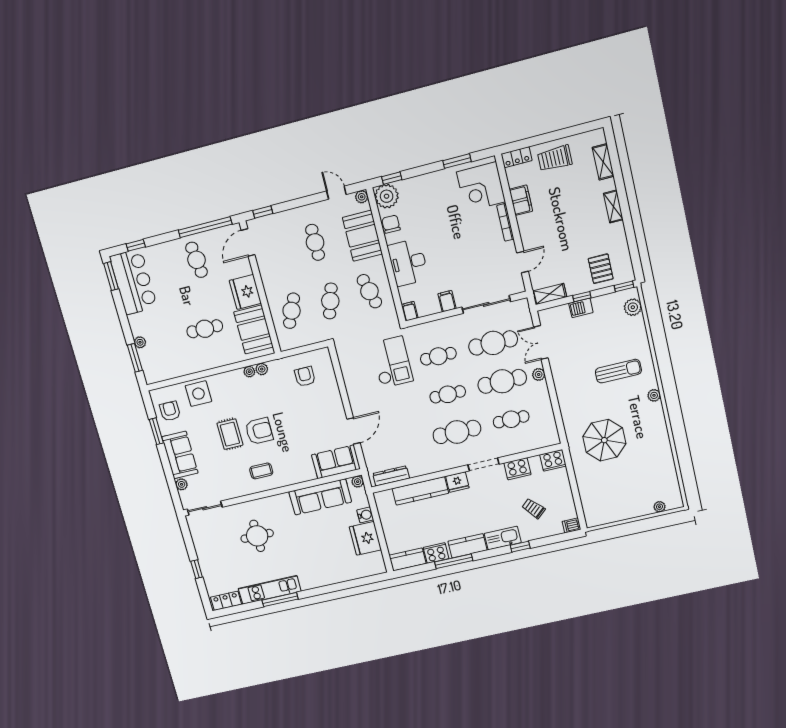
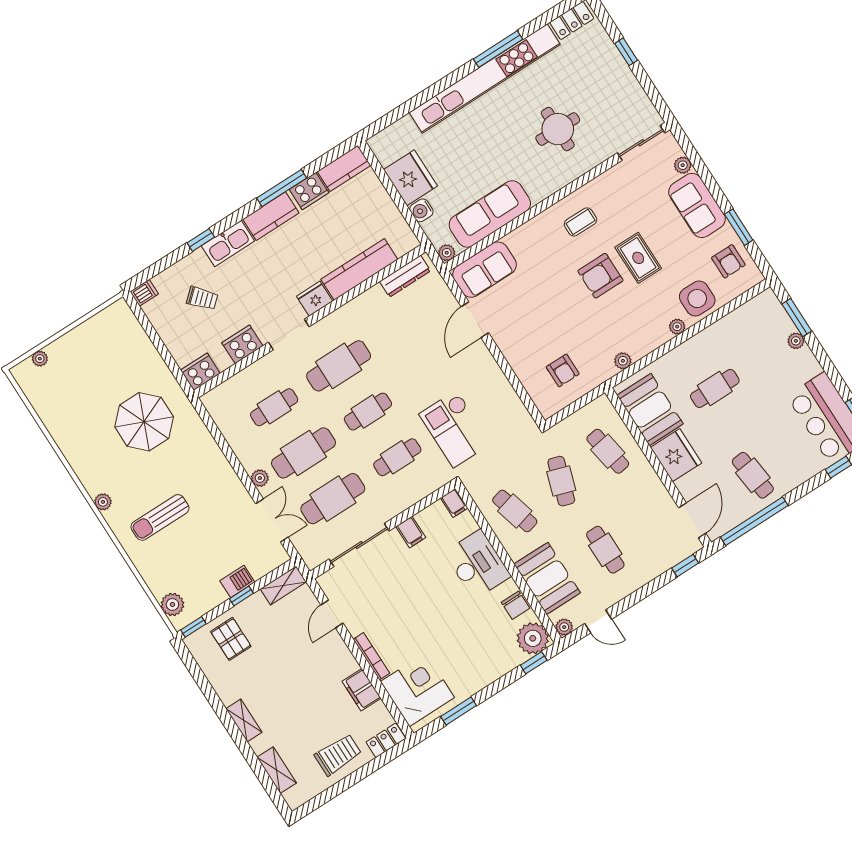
cafe table: (292, 311) -> (608, 451), turned -33
plant: (249, 372) -> (677, 327), moved
kitchen unit: (270, 590) -> (485, 78), width x1.86

